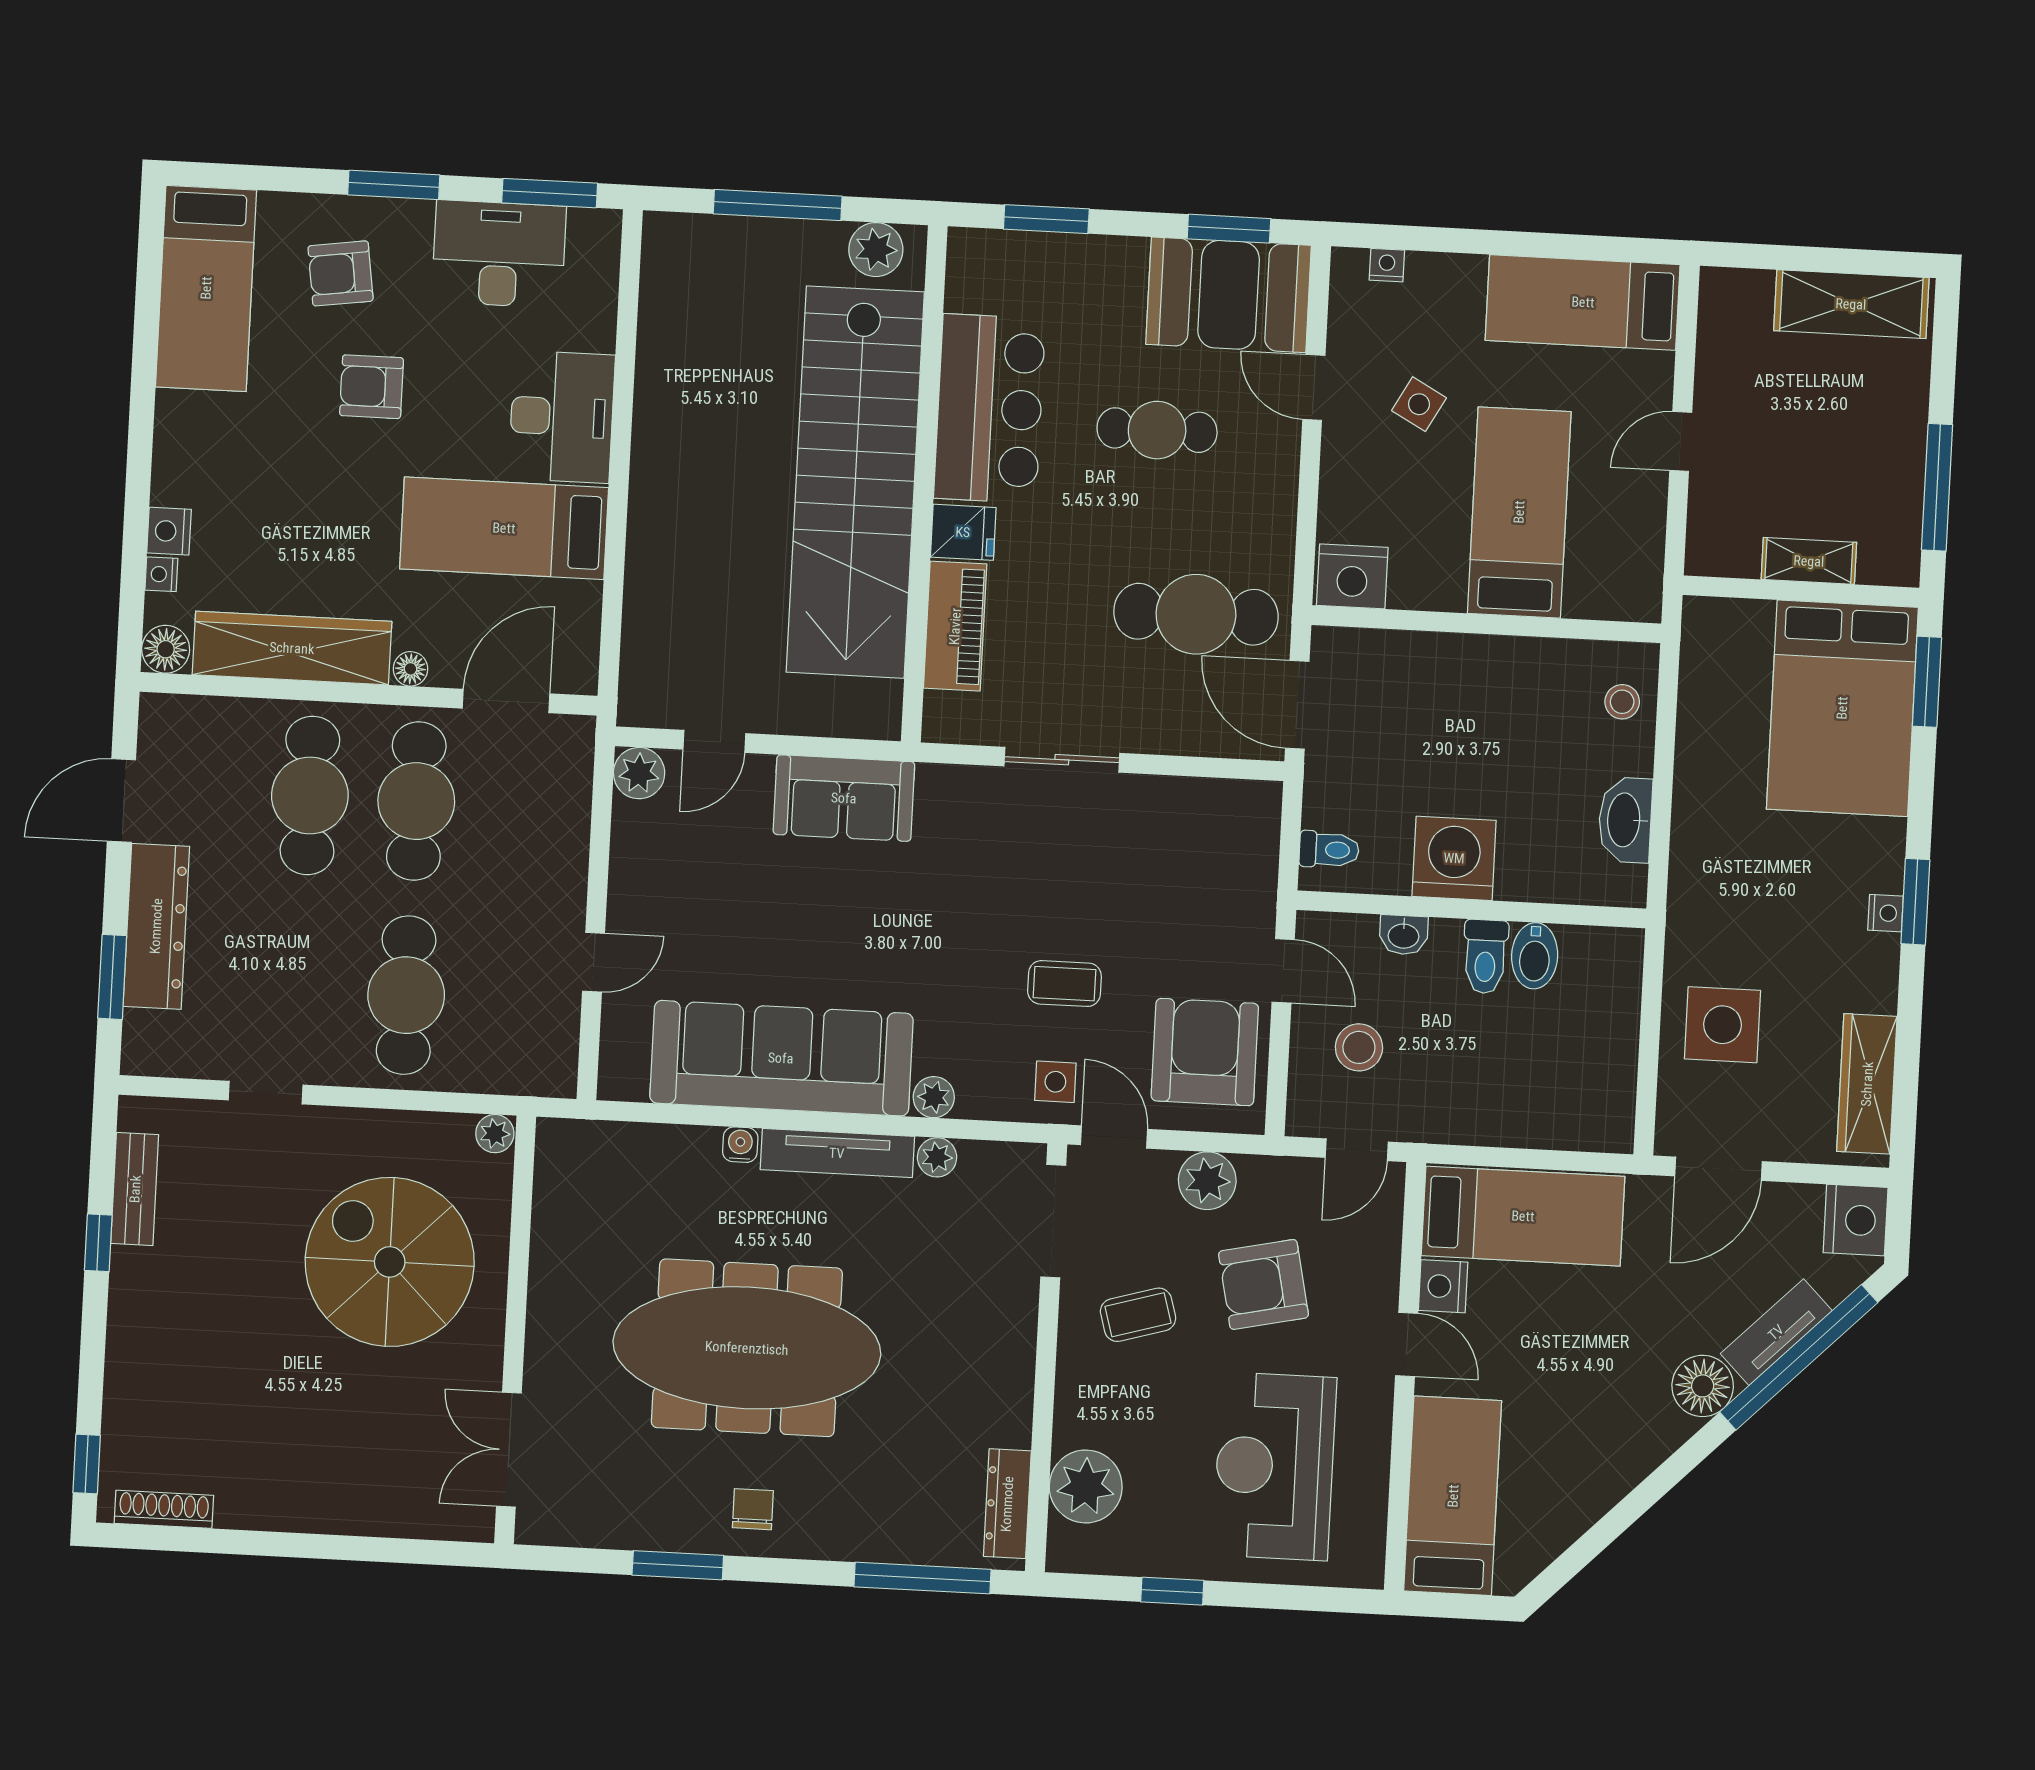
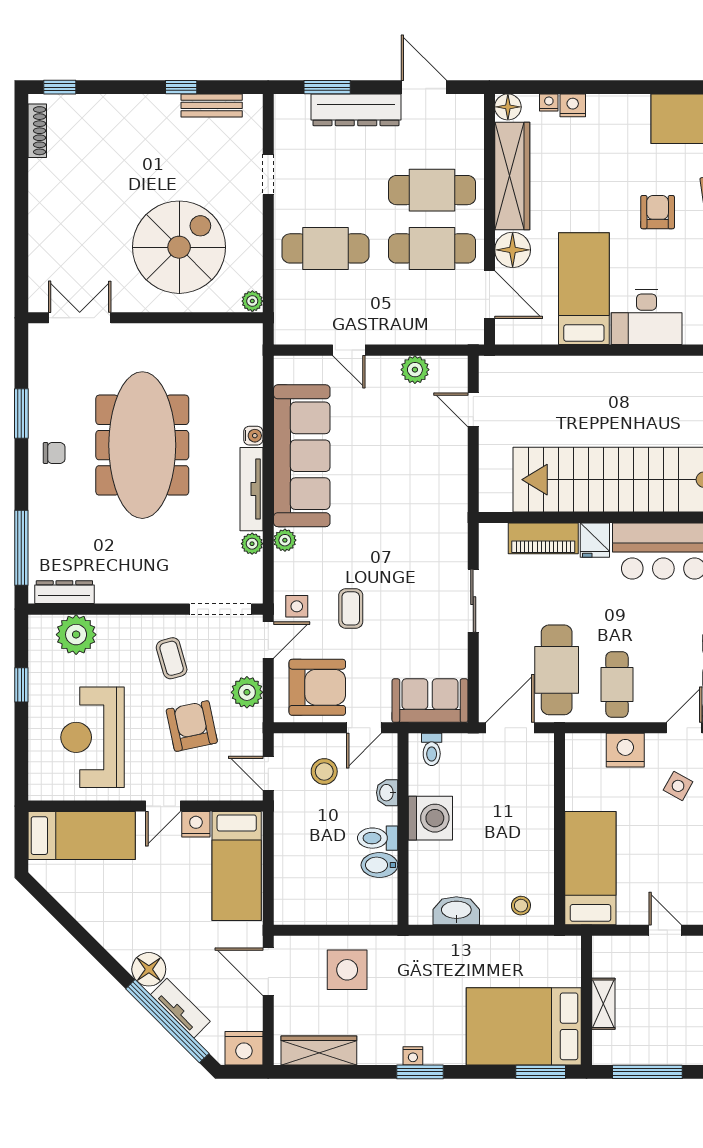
cafe table: (1157, 430) -> (617, 685), moved
bed: (1519, 512) -> (590, 868), moved, turned -90
nightstand: (1352, 576) -> (625, 750), moved, turned 90
floor lamp: (410, 669) -> (513, 250), width x1.89, depth x1.89
plant: (639, 773) -> (415, 370), moved
sofa: (844, 798) -> (430, 701), moved, turned 90
reception desk: (1275, 1466) -> (93, 737), turned -90

